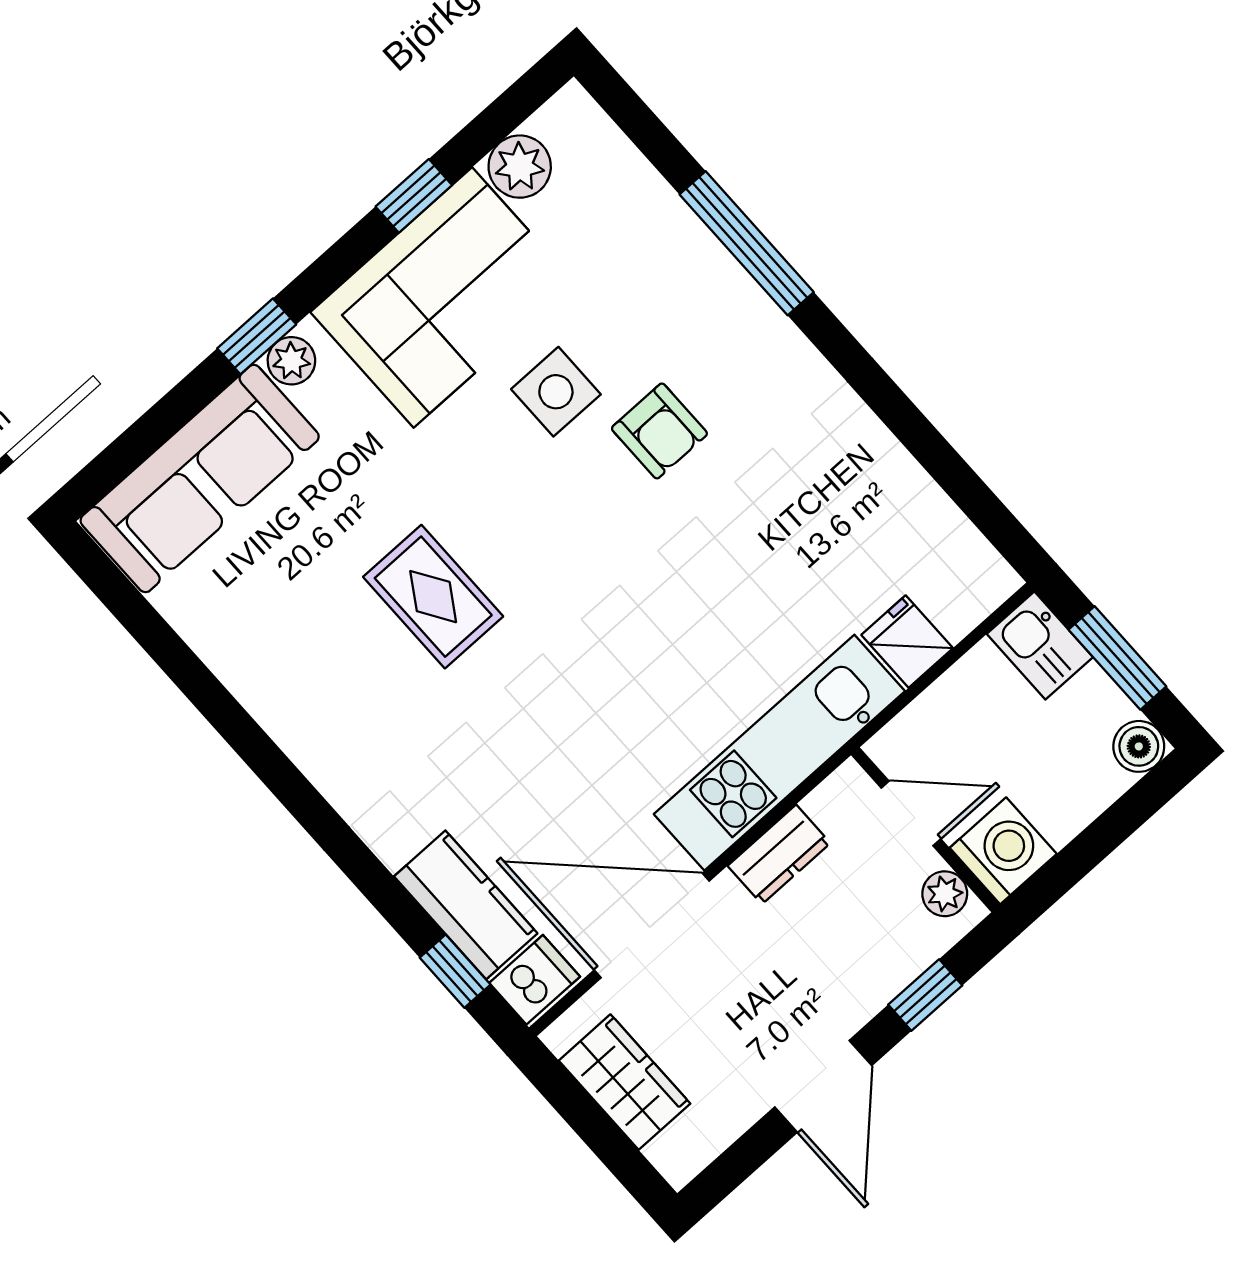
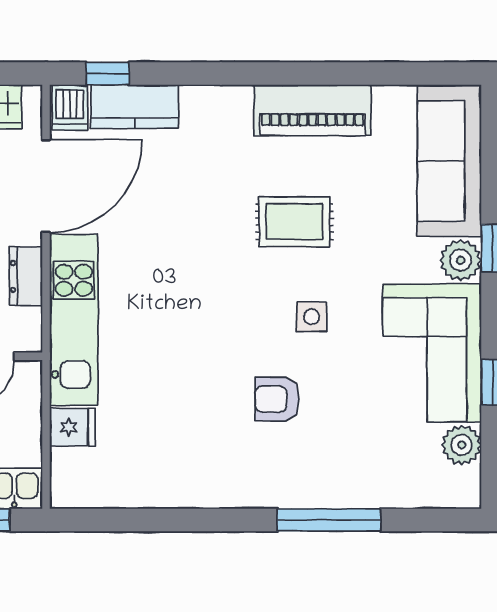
plant: (291, 361) -> (461, 260), width x1.38, depth x1.38
side table: (556, 392) -> (312, 317), moved, width x0.73, depth x0.73
piano: (283, 693) -> (313, 110), added

